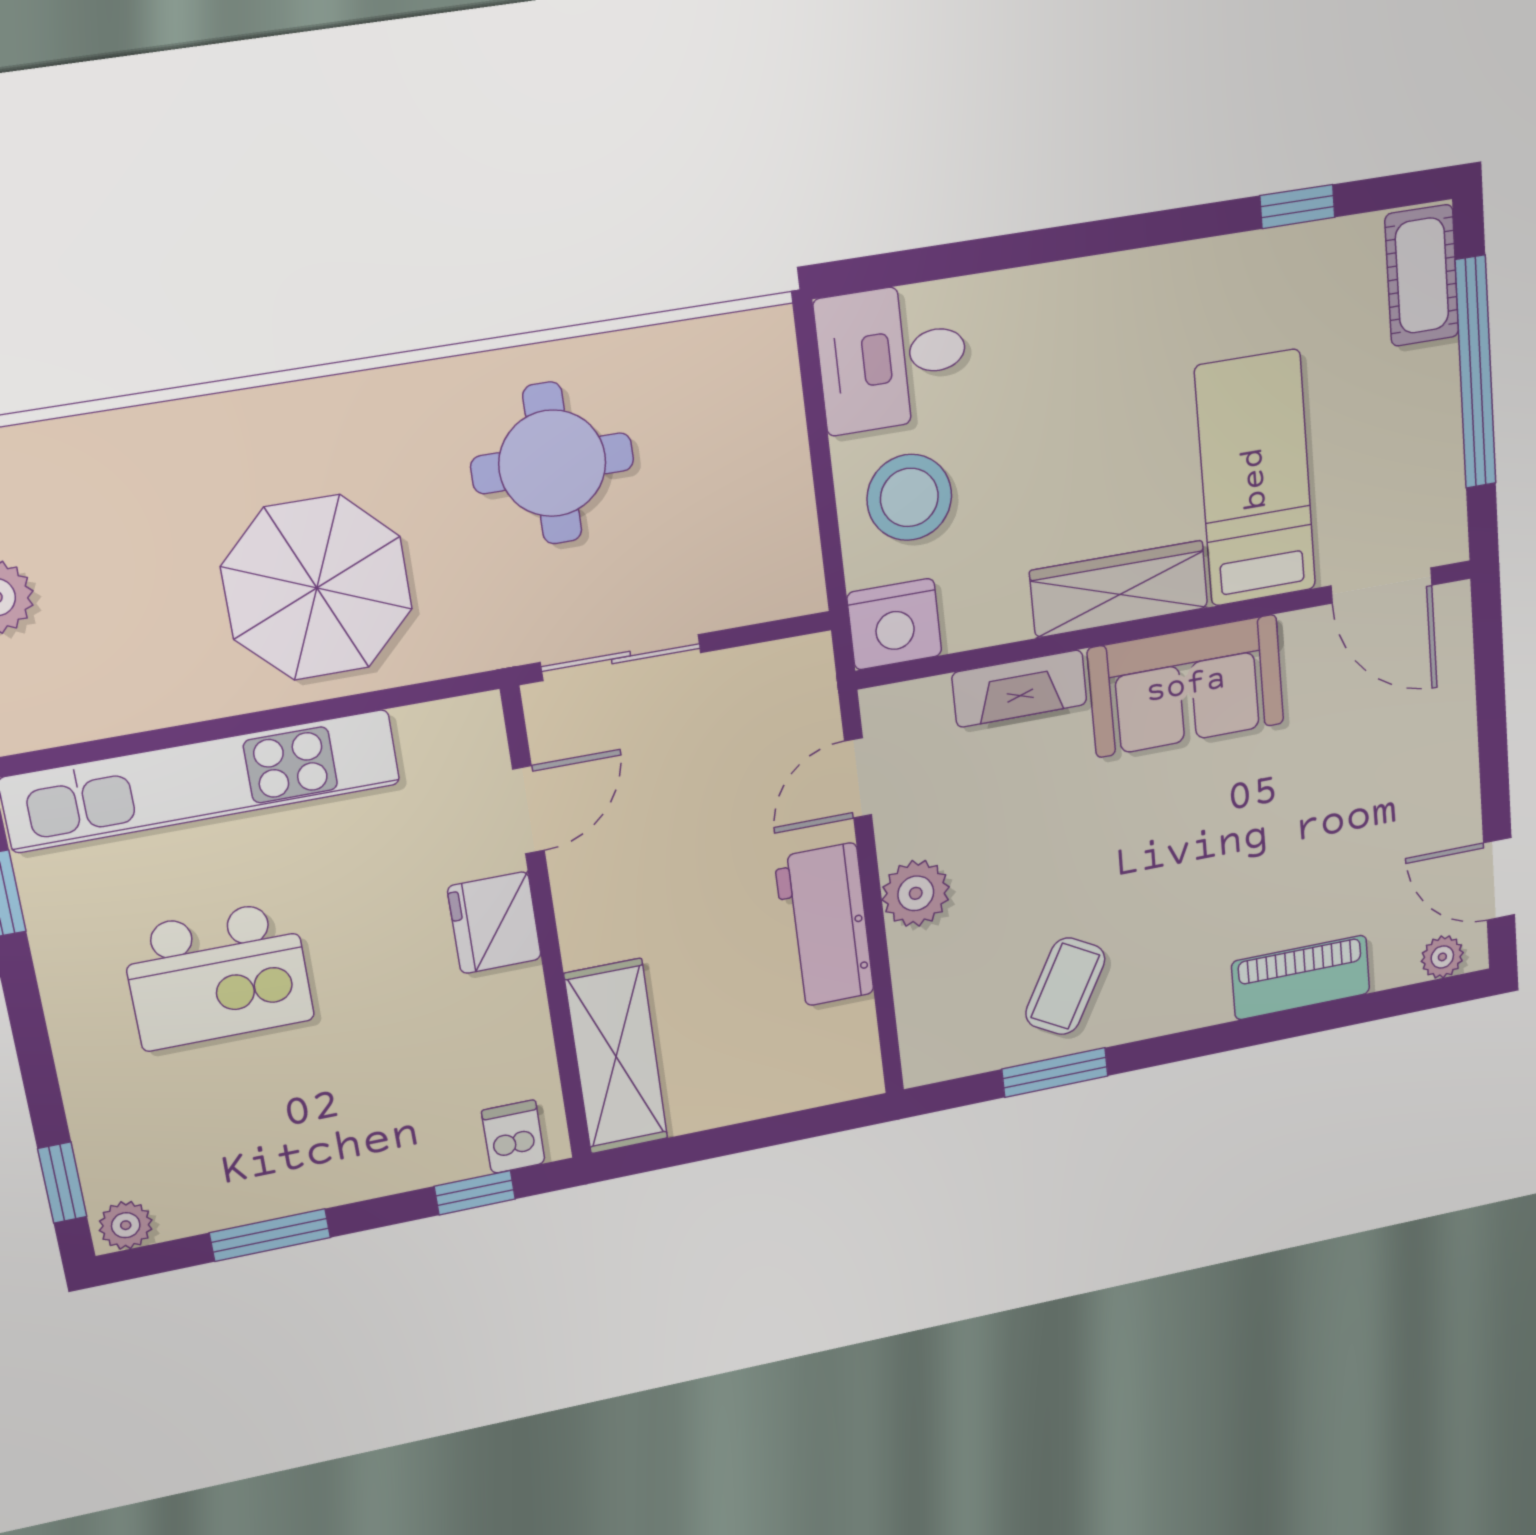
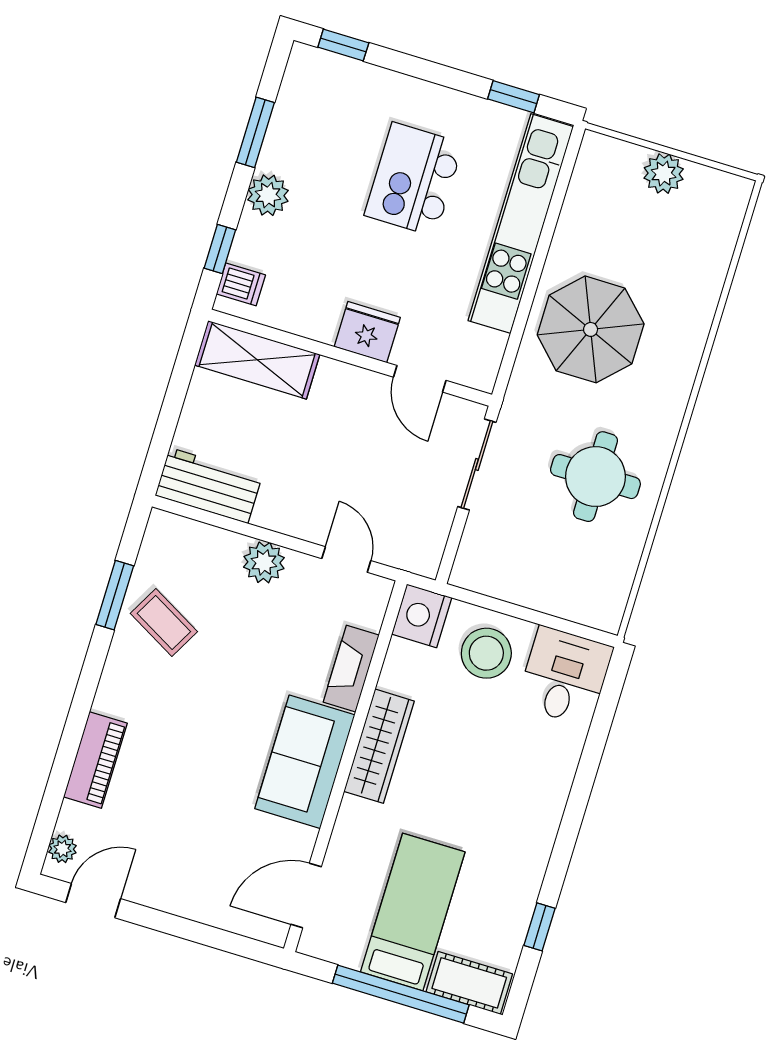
bed: (1255, 479) -> (413, 912), moved, turned -90
workbench: (824, 926) -> (209, 486), moved
plant: (126, 1225) -> (268, 195), moved, width x1.38, depth x1.38

